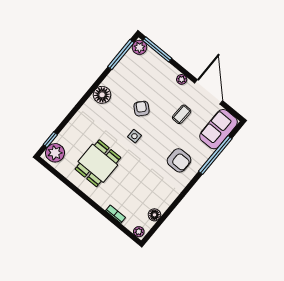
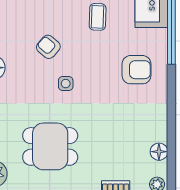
dining table: (98, 163) -> (50, 146), turned 90

